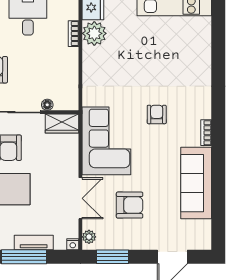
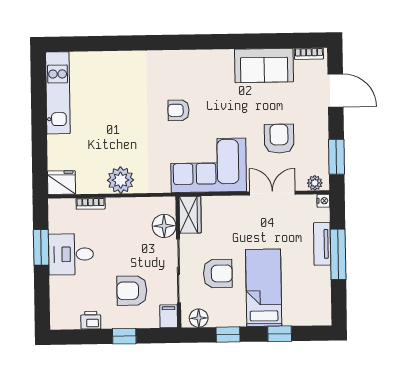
plant: (94, 33) -> (121, 180), moved
floor lamp: (47, 105) -> (164, 226), width x1.89, depth x1.89
bookcase: (206, 133) -> (309, 54), moved
sofa: (196, 183) -> (264, 65), width x0.73

